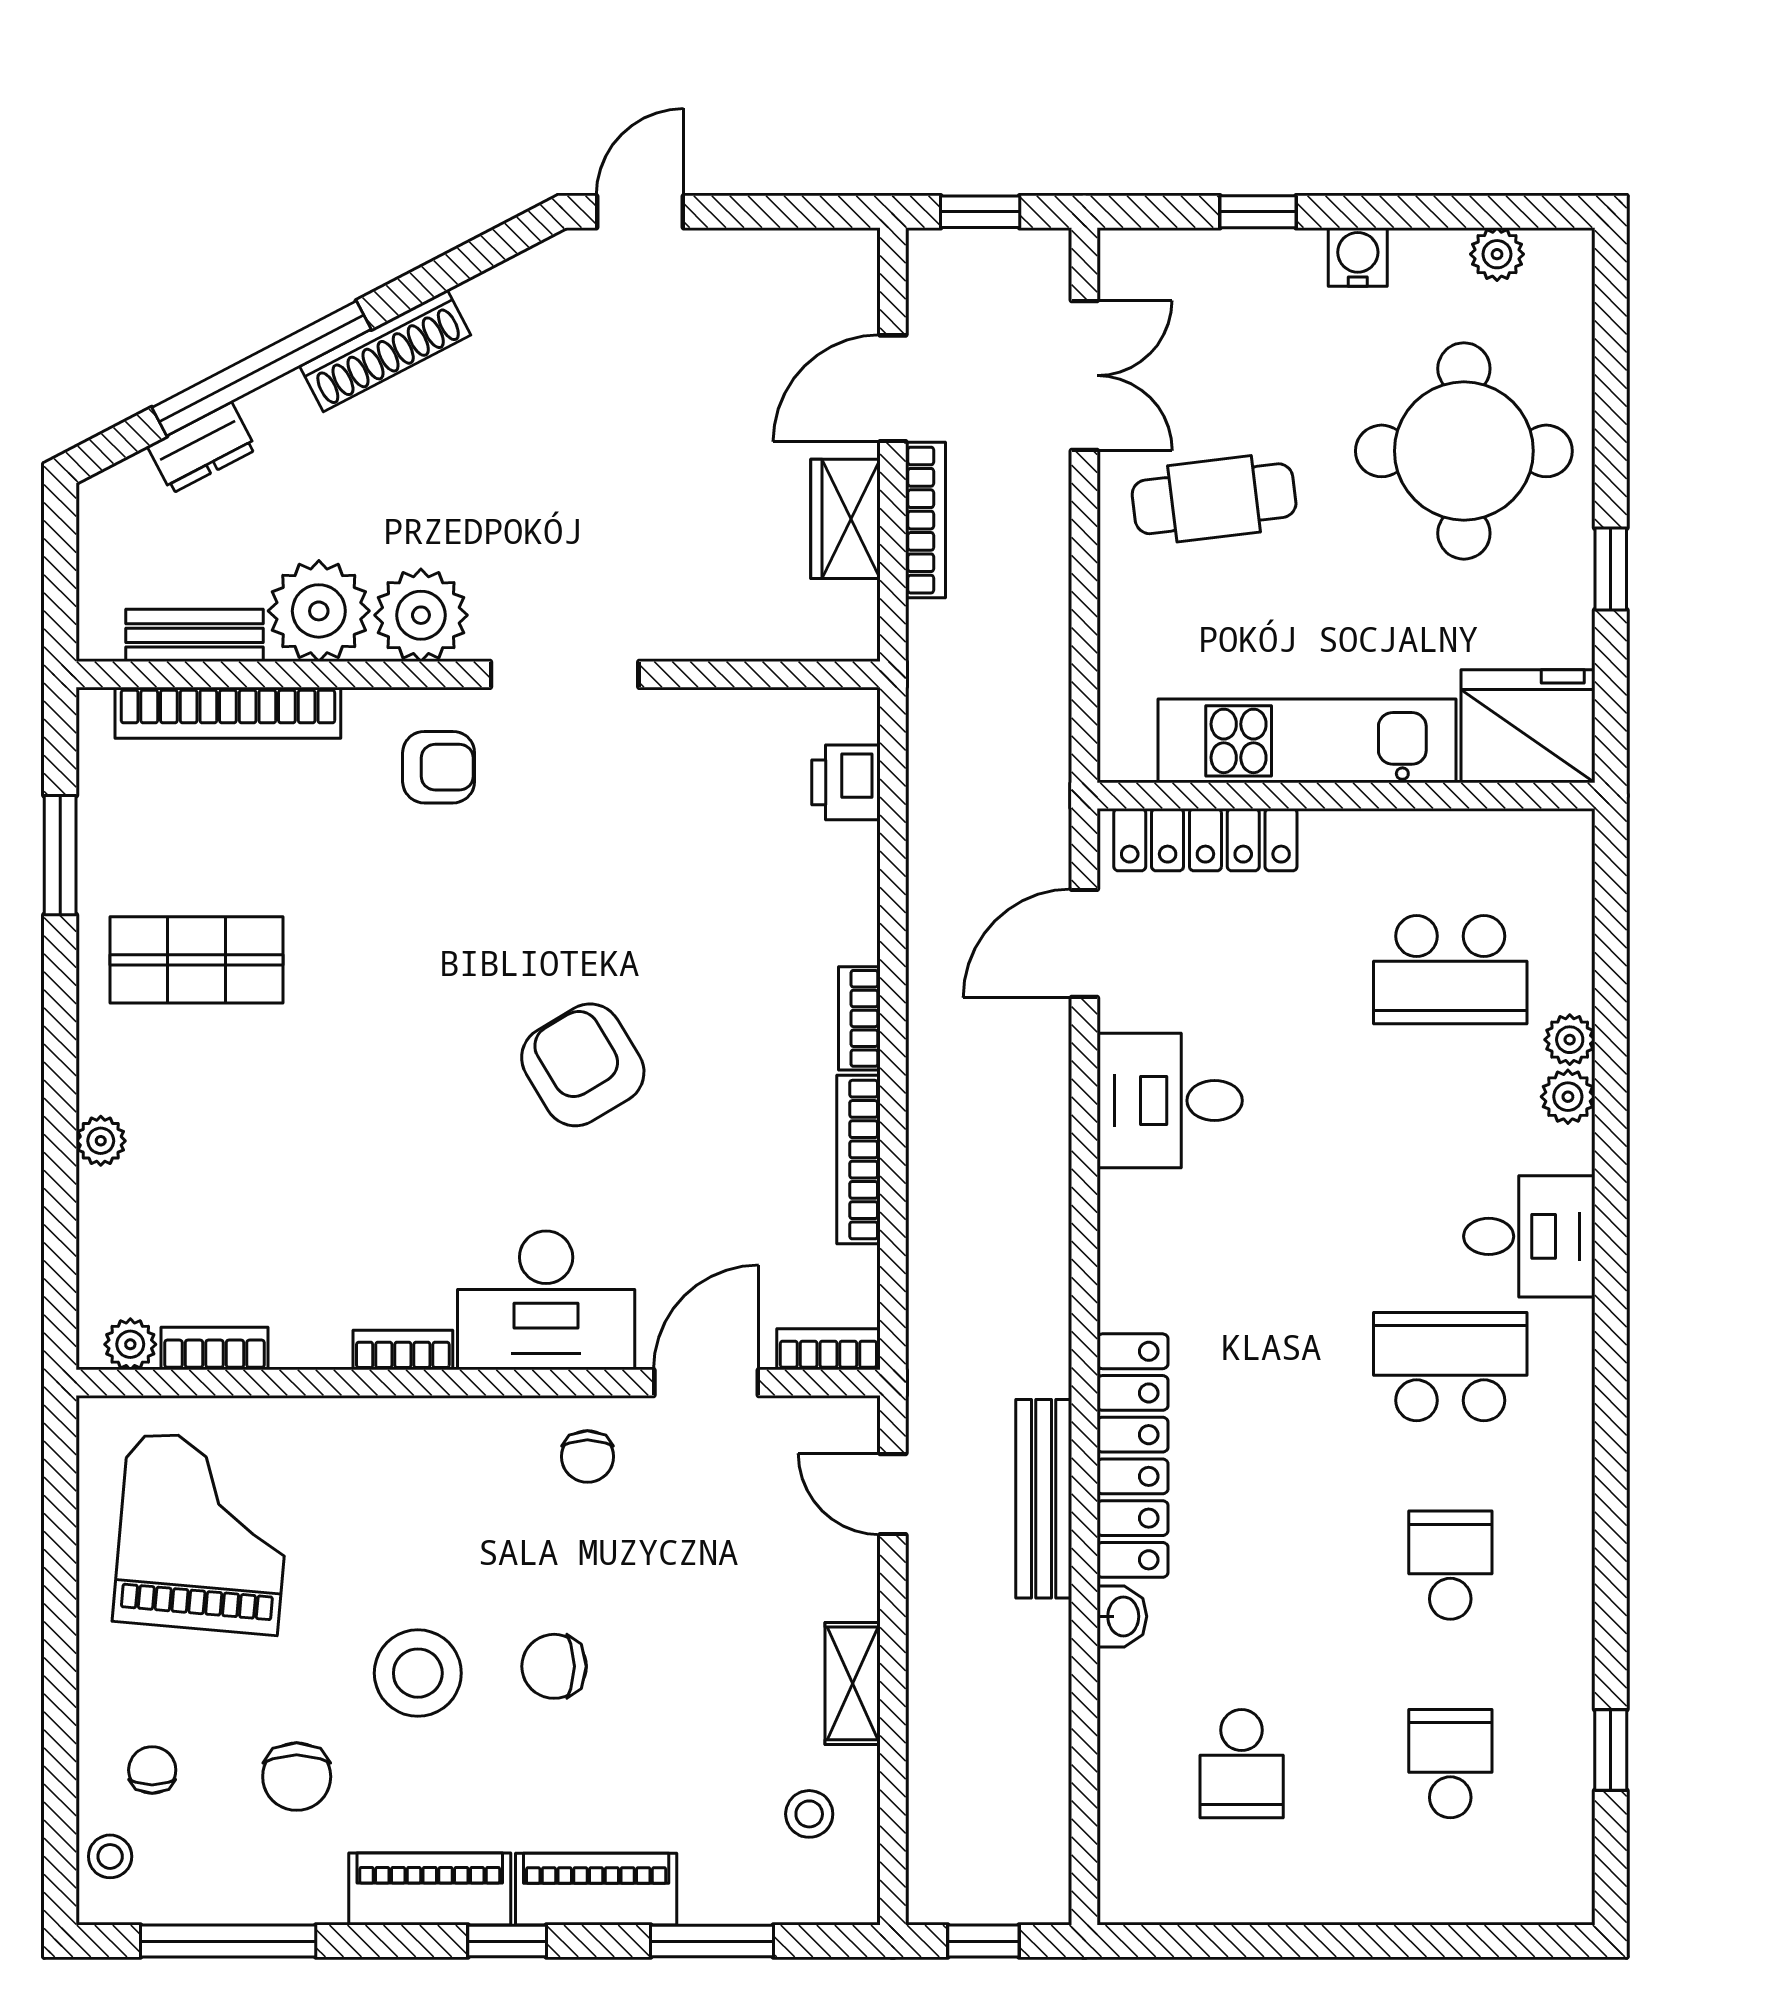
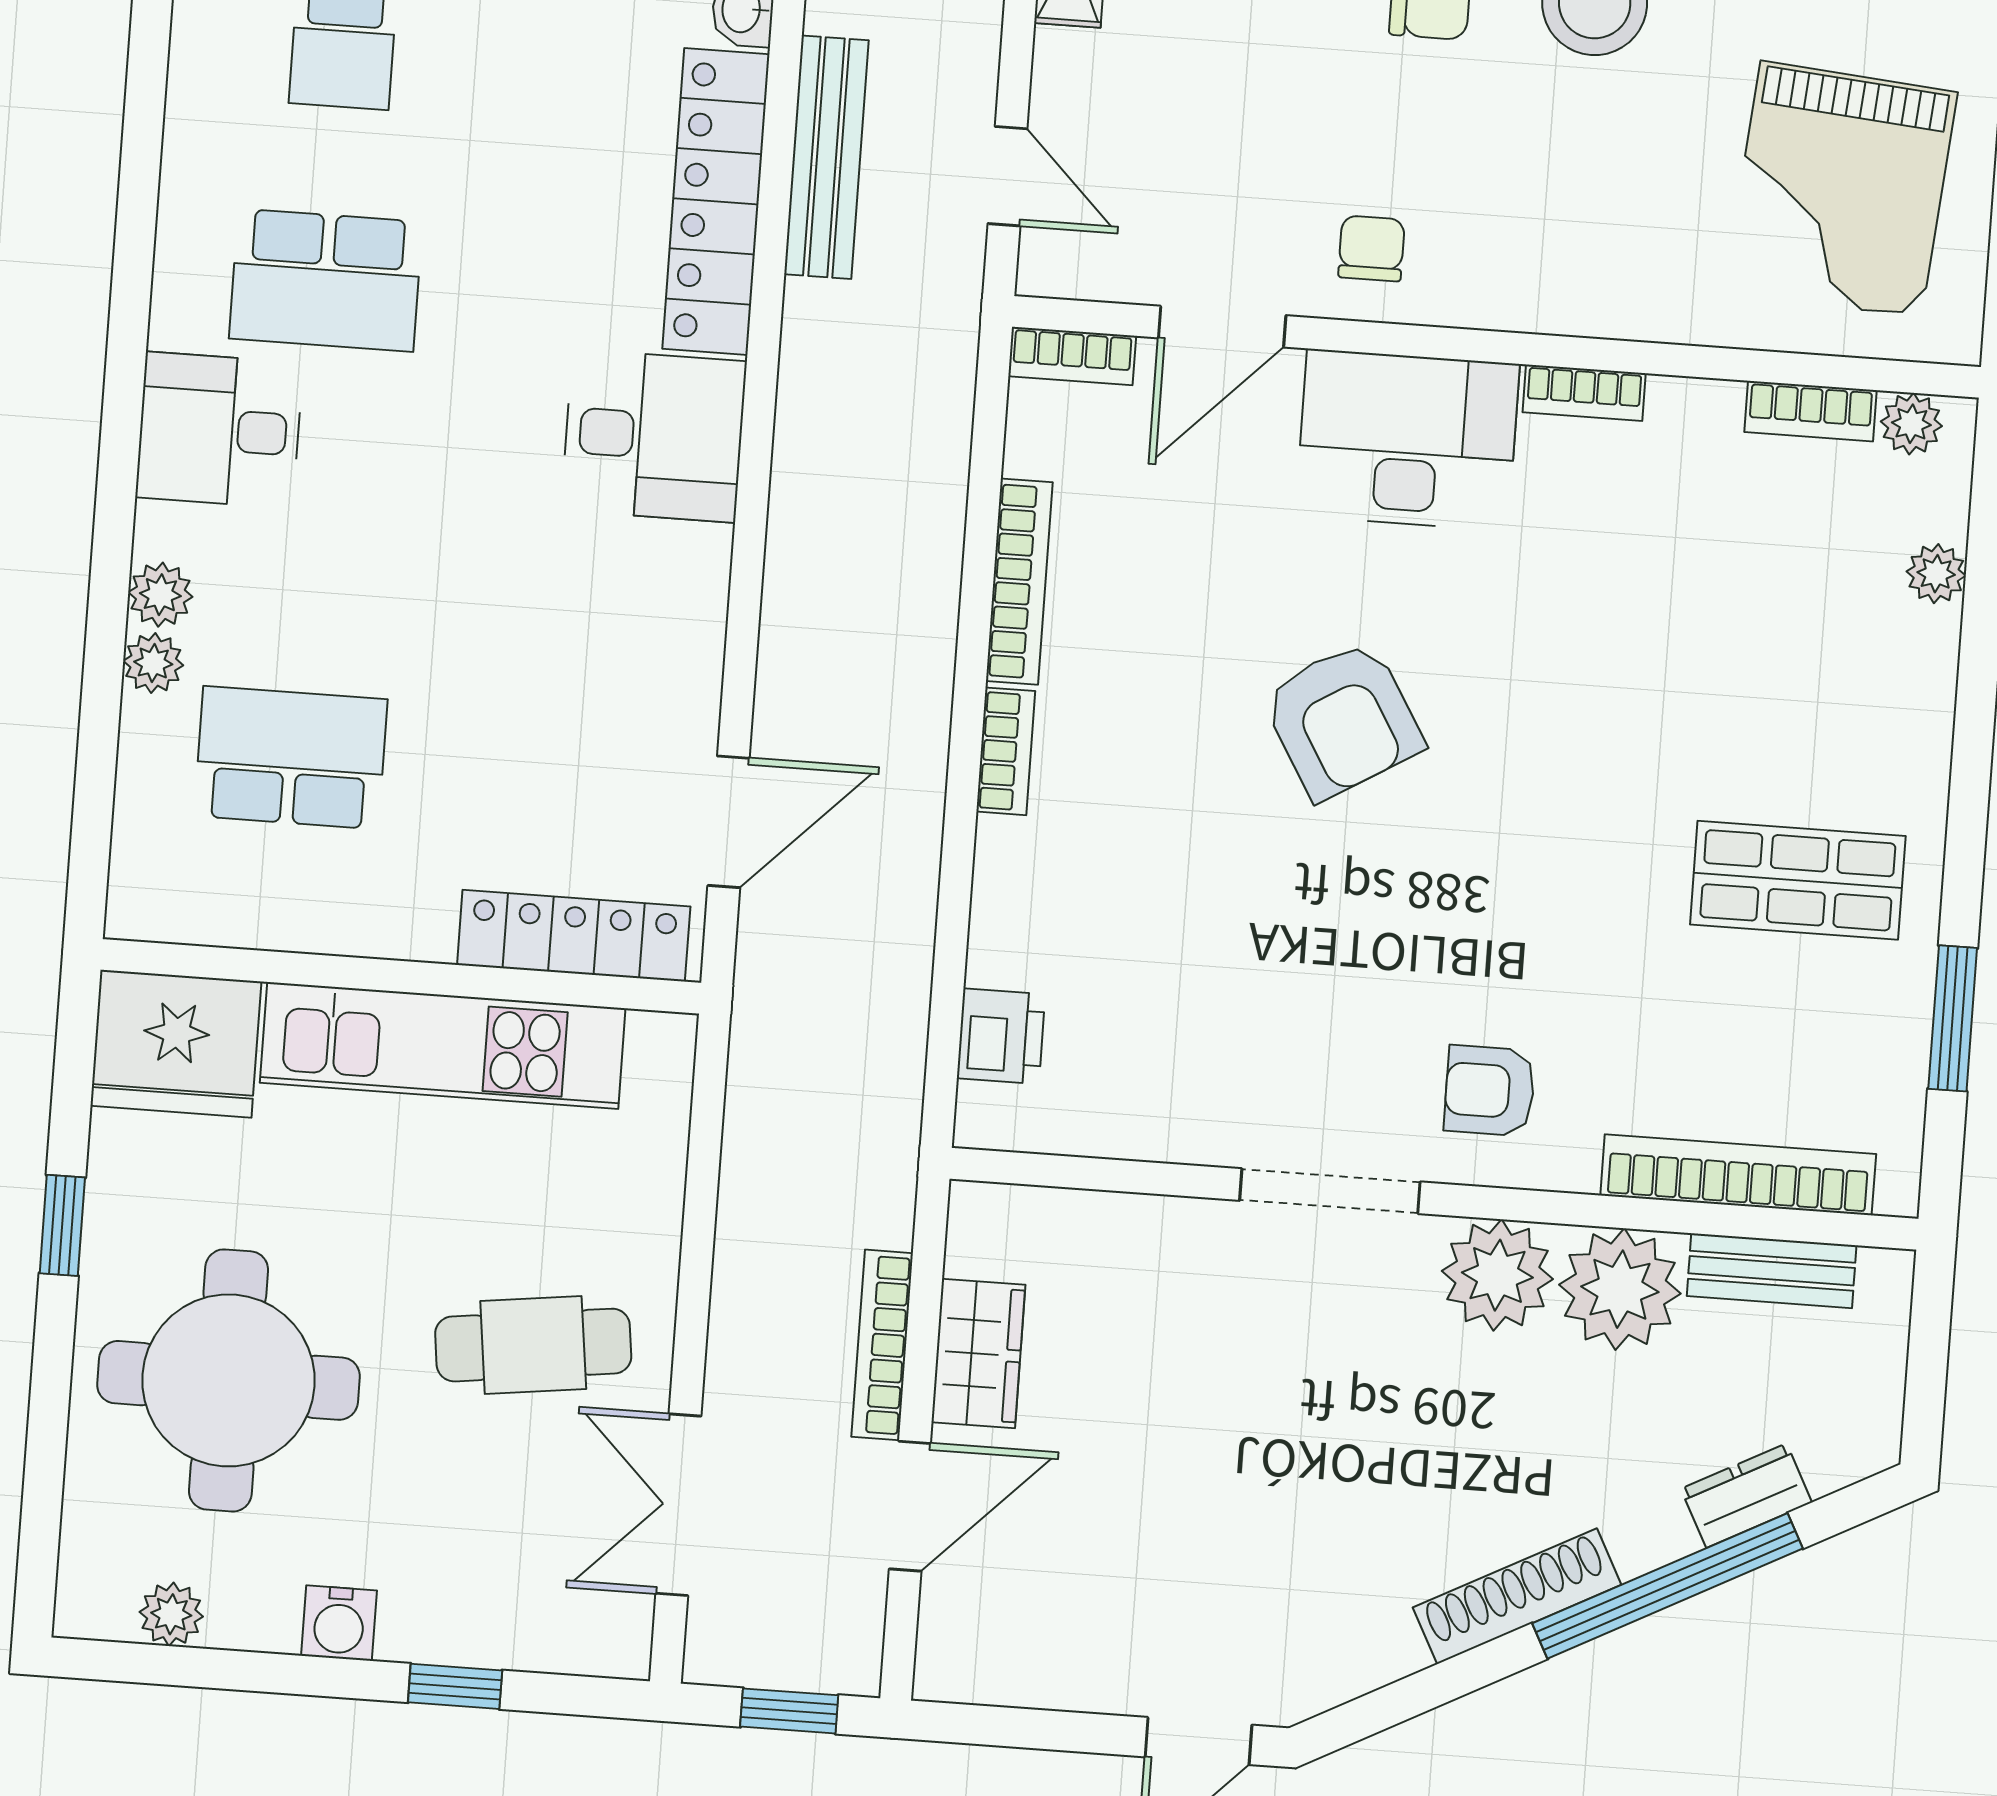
desk: (1170, 1101) -> (654, 436), moved
plant: (101, 1141) -> (1936, 574), moved

